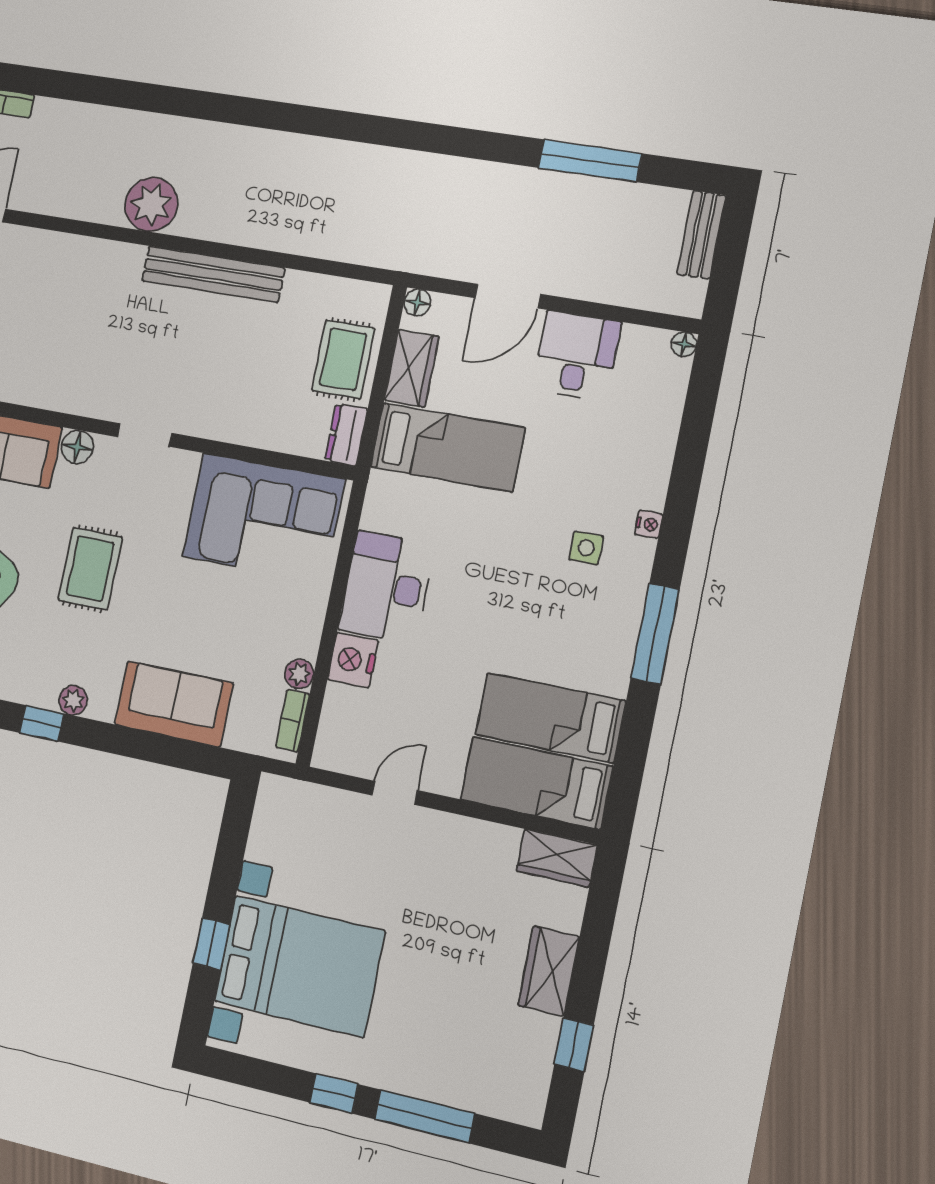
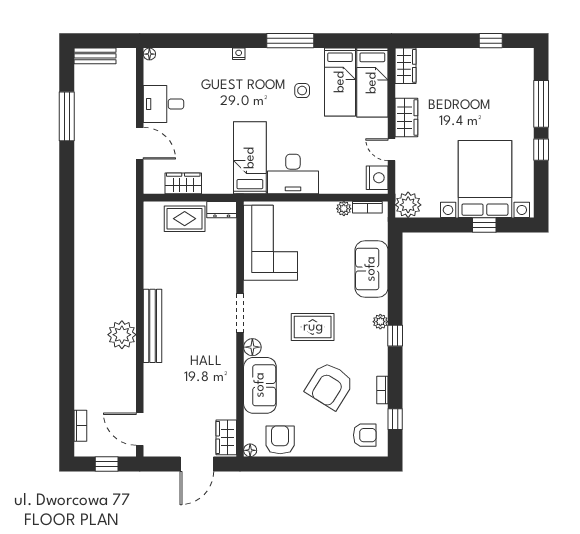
bench: (213, 274) -> (153, 326), moved
floor lamp: (417, 302) -> (150, 187), removed
doorway: (144, 435) -> (240, 313), width x1.38
bed: (448, 447) -> (250, 158), moved
side table: (586, 548) -> (302, 91), moved
nightstand: (353, 660) -> (377, 178), moved, turned -90
plant: (281, 802) -> (408, 205), added
wardrobe: (549, 971) -> (406, 118), moved, turned -90

